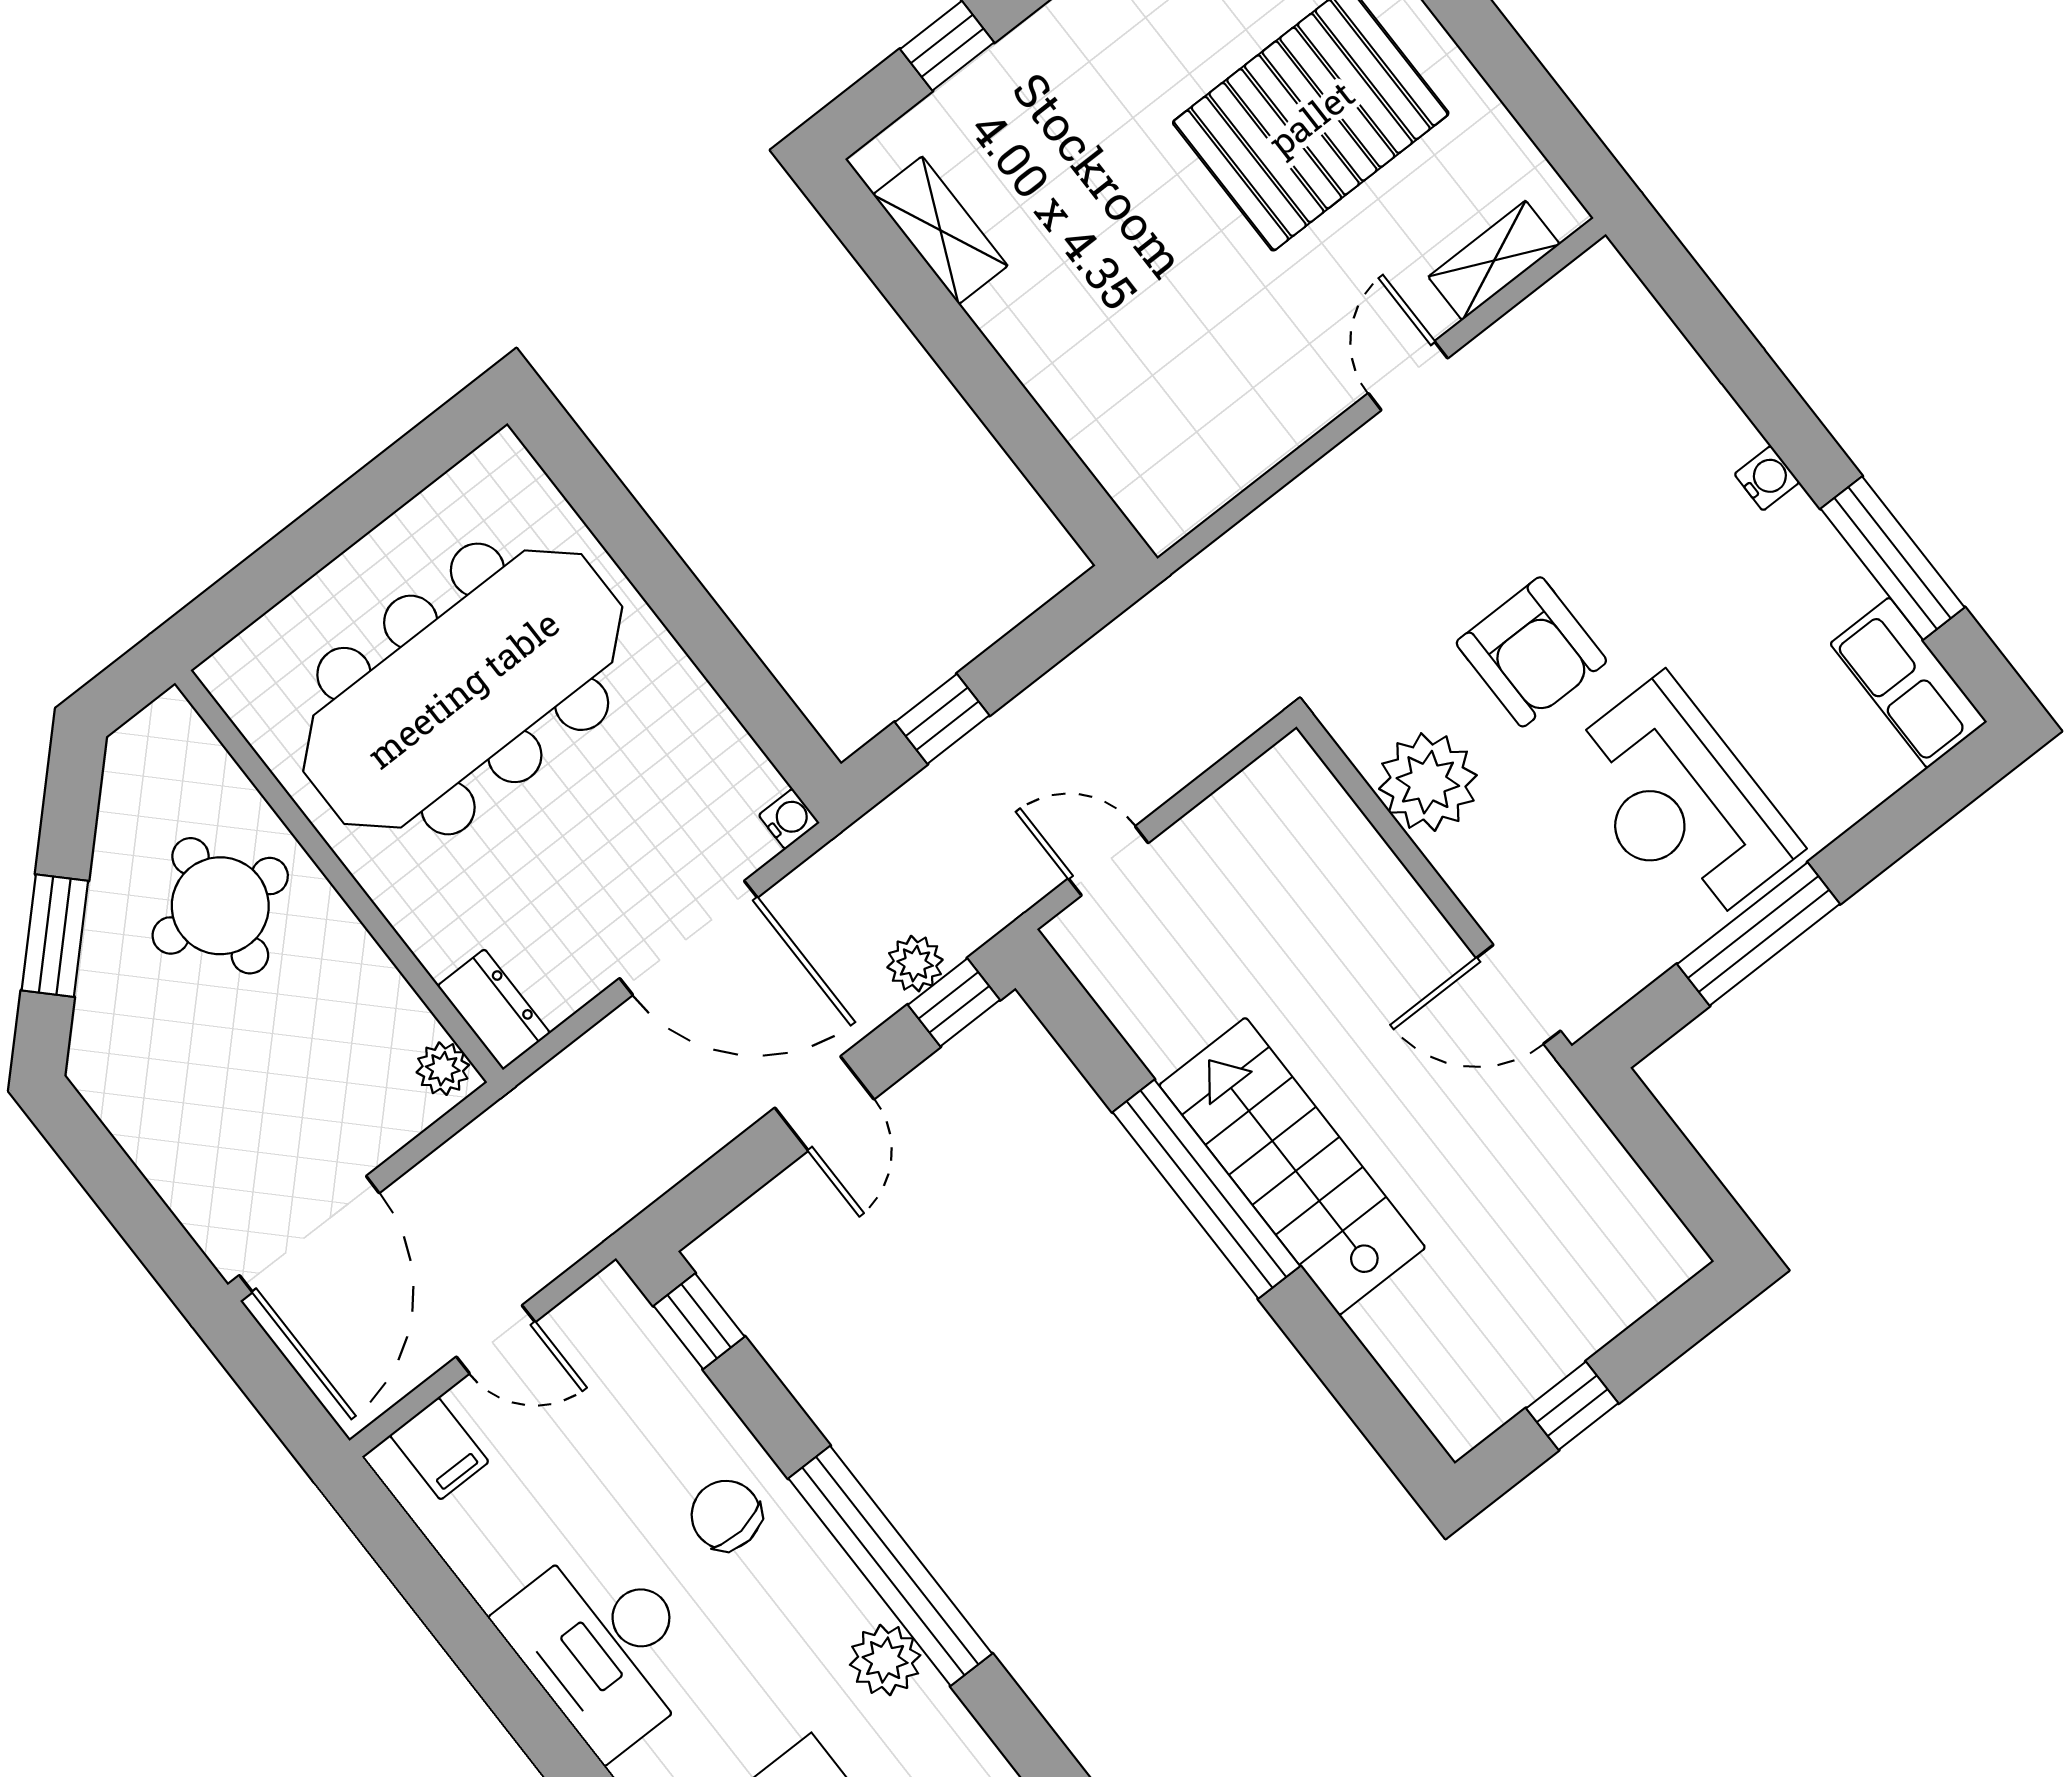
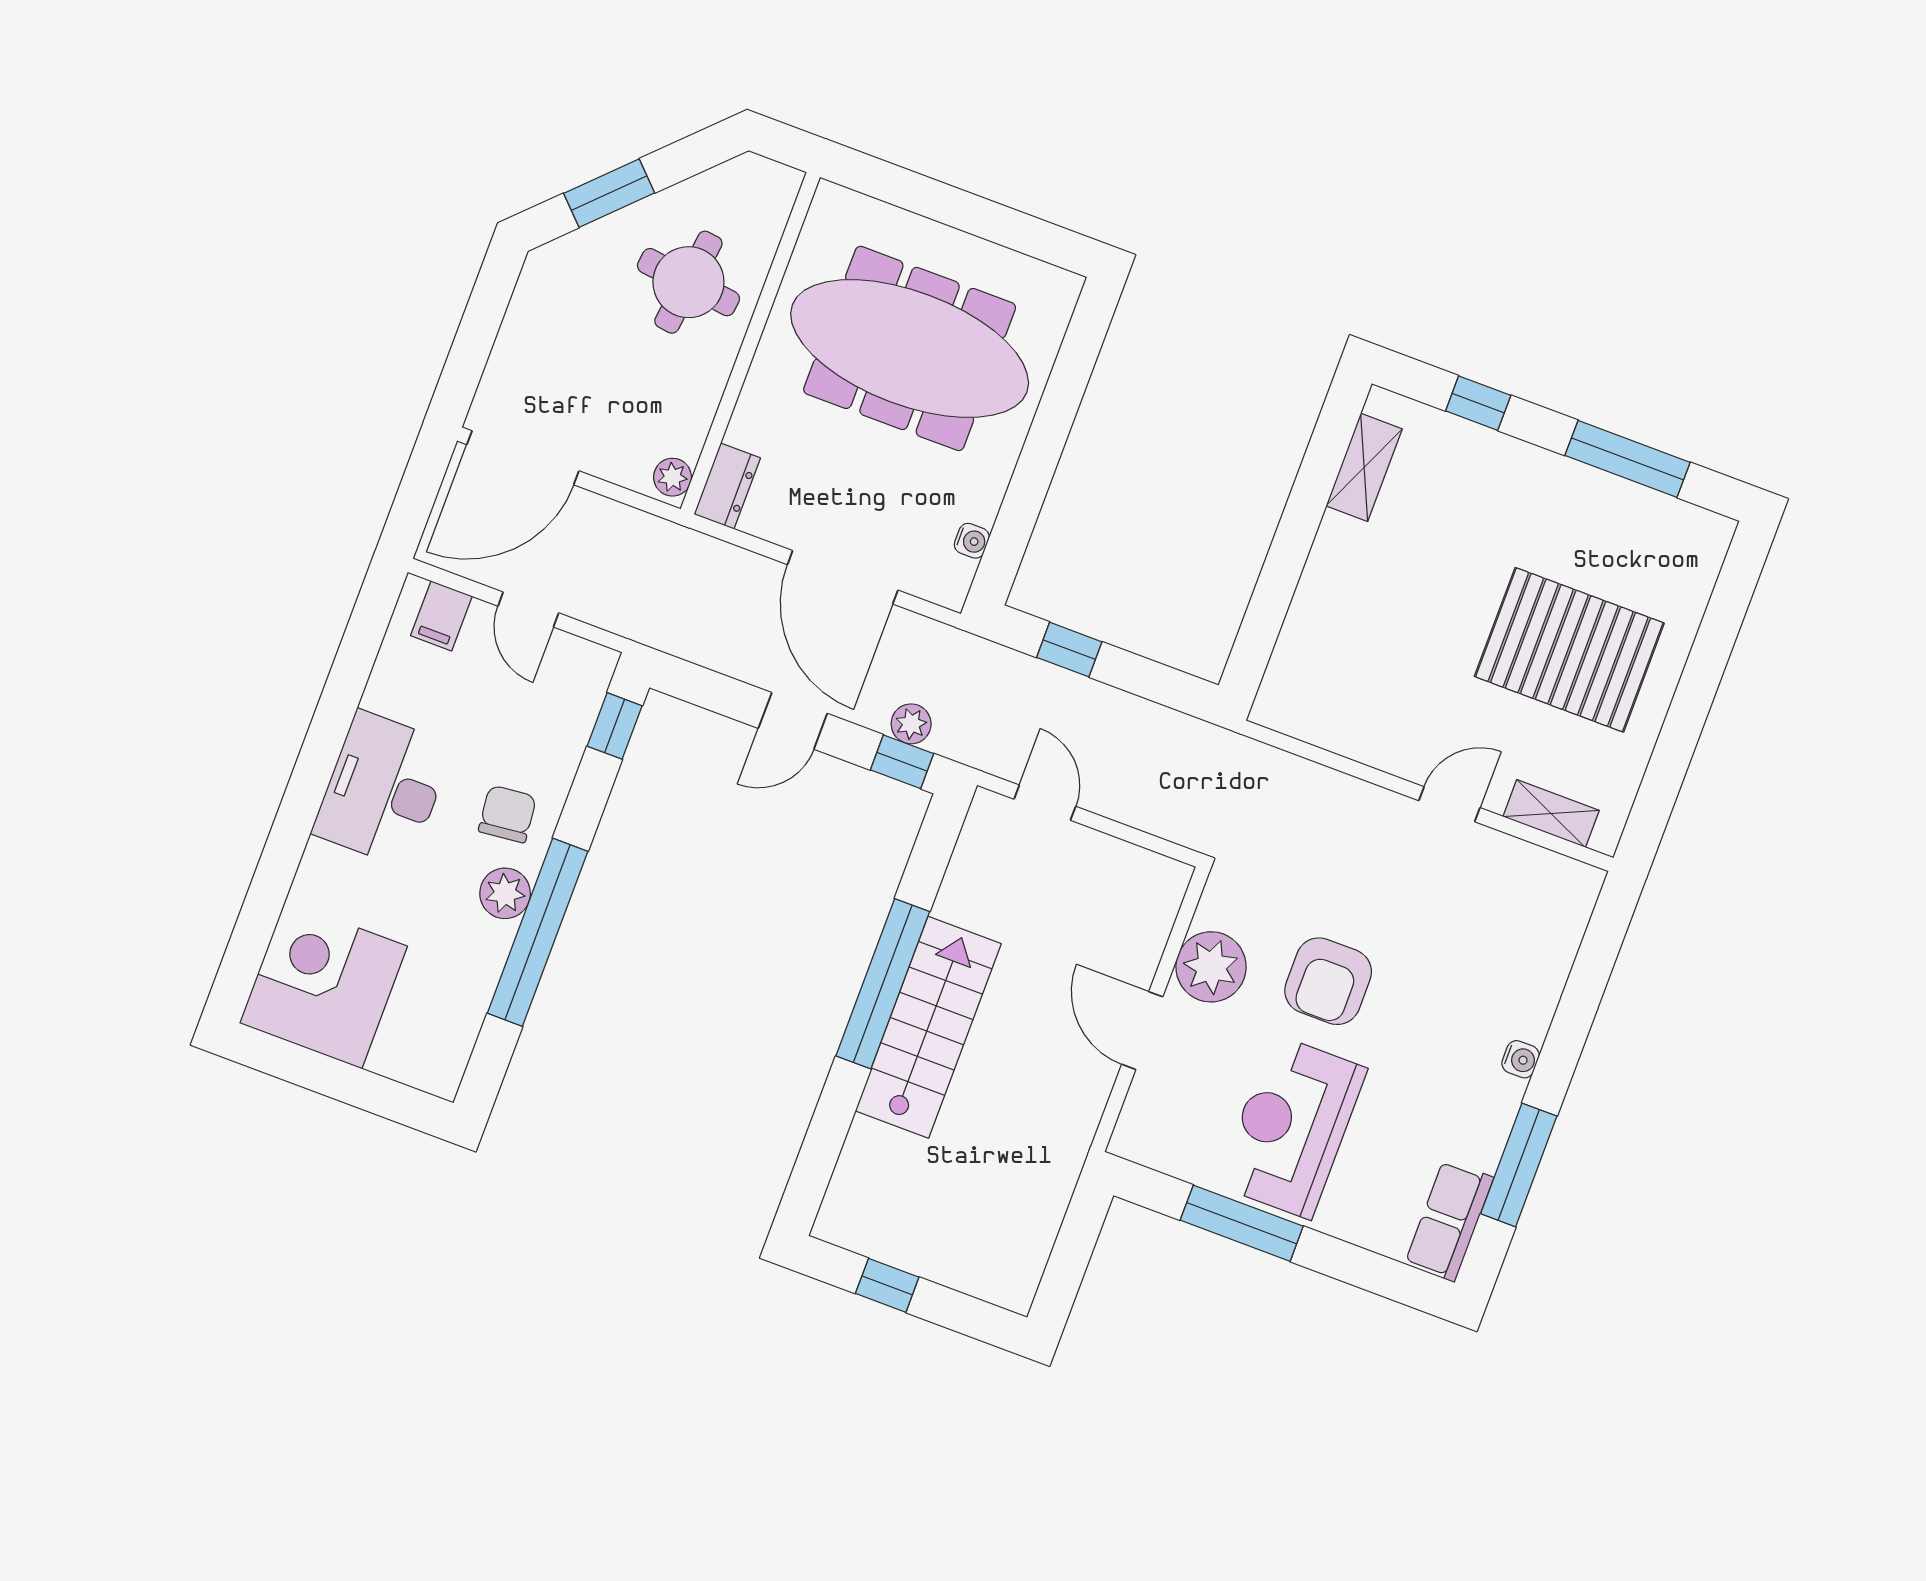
water cooler: (789, 819) -> (972, 541), moved
door: (1518, 994) -> (1142, 1031), moved
plant: (885, 1660) -> (505, 893), moved

